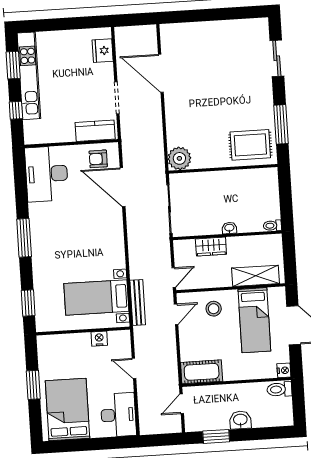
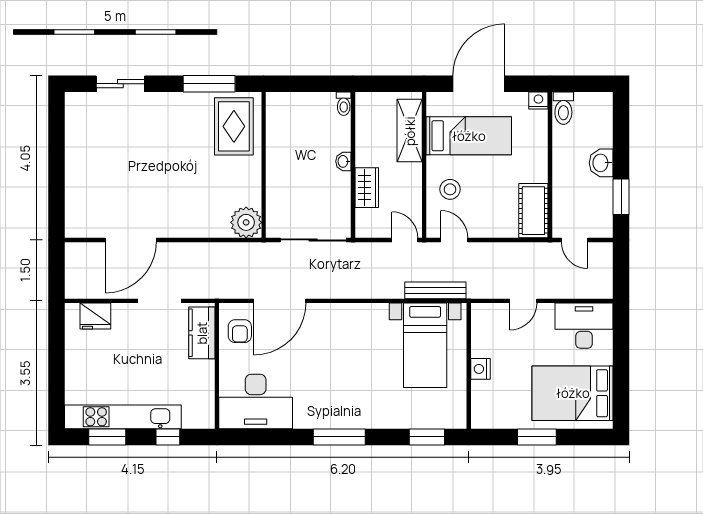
nightstand: (99, 339) -> (480, 369), moved

